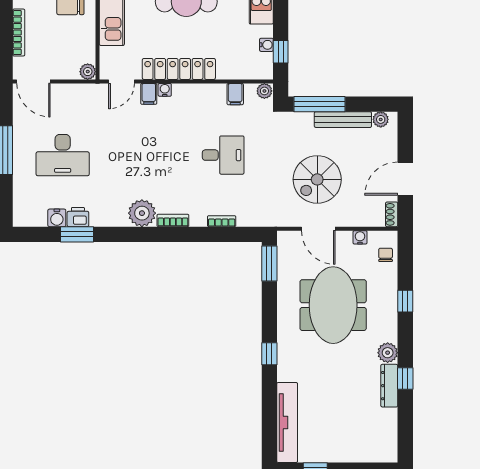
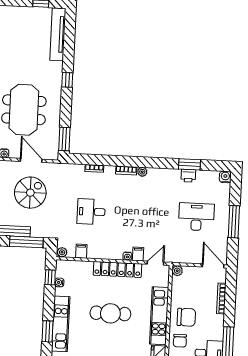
plant: (142, 213) -> (142, 172), width x0.53, depth x0.53
water cooler: (57, 218) -> (225, 177), moved

